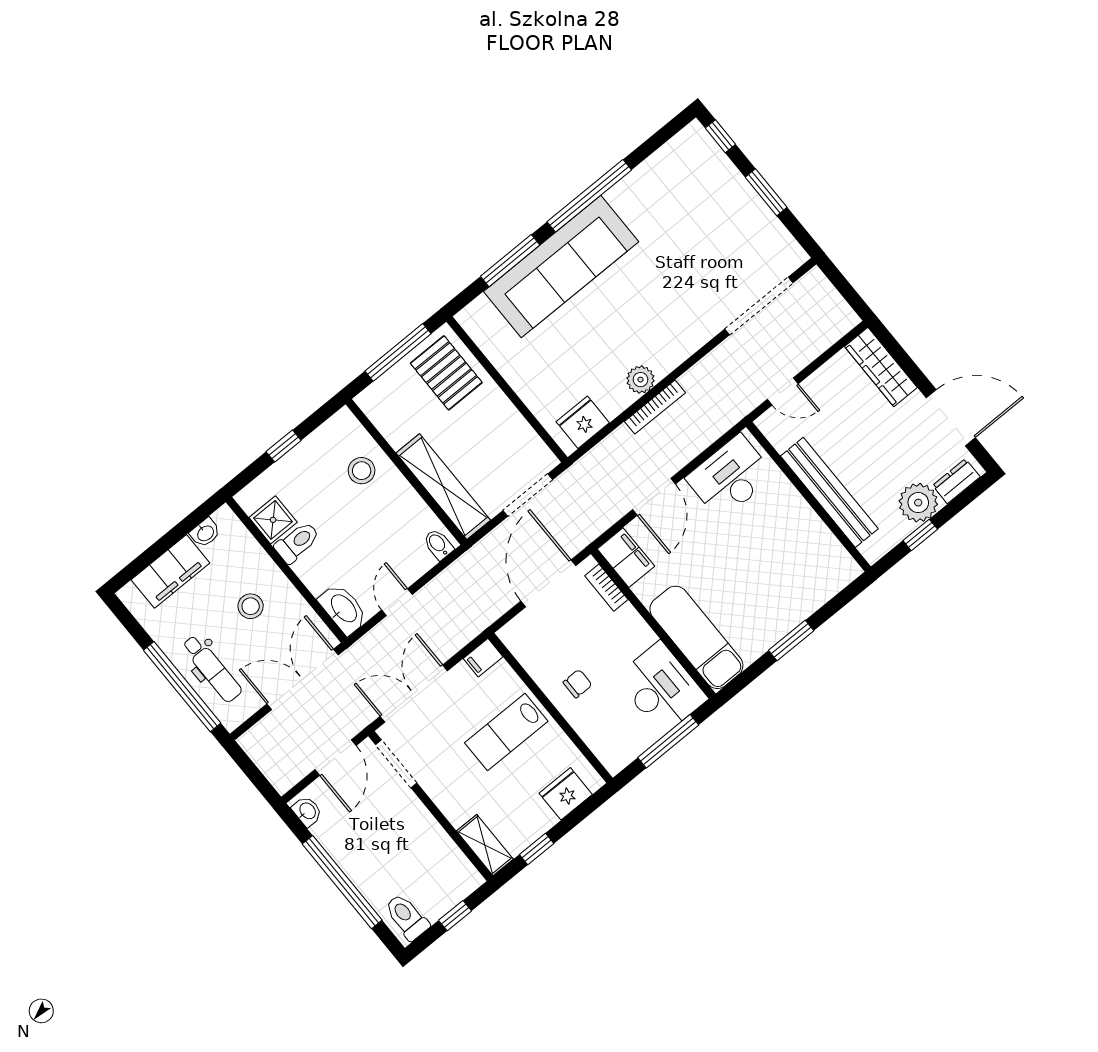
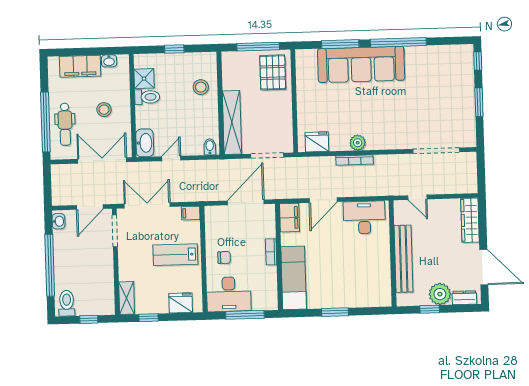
bookcase: (606, 588) -> (271, 252), moved
desk: (661, 688) -> (229, 294), moved, turned 90

